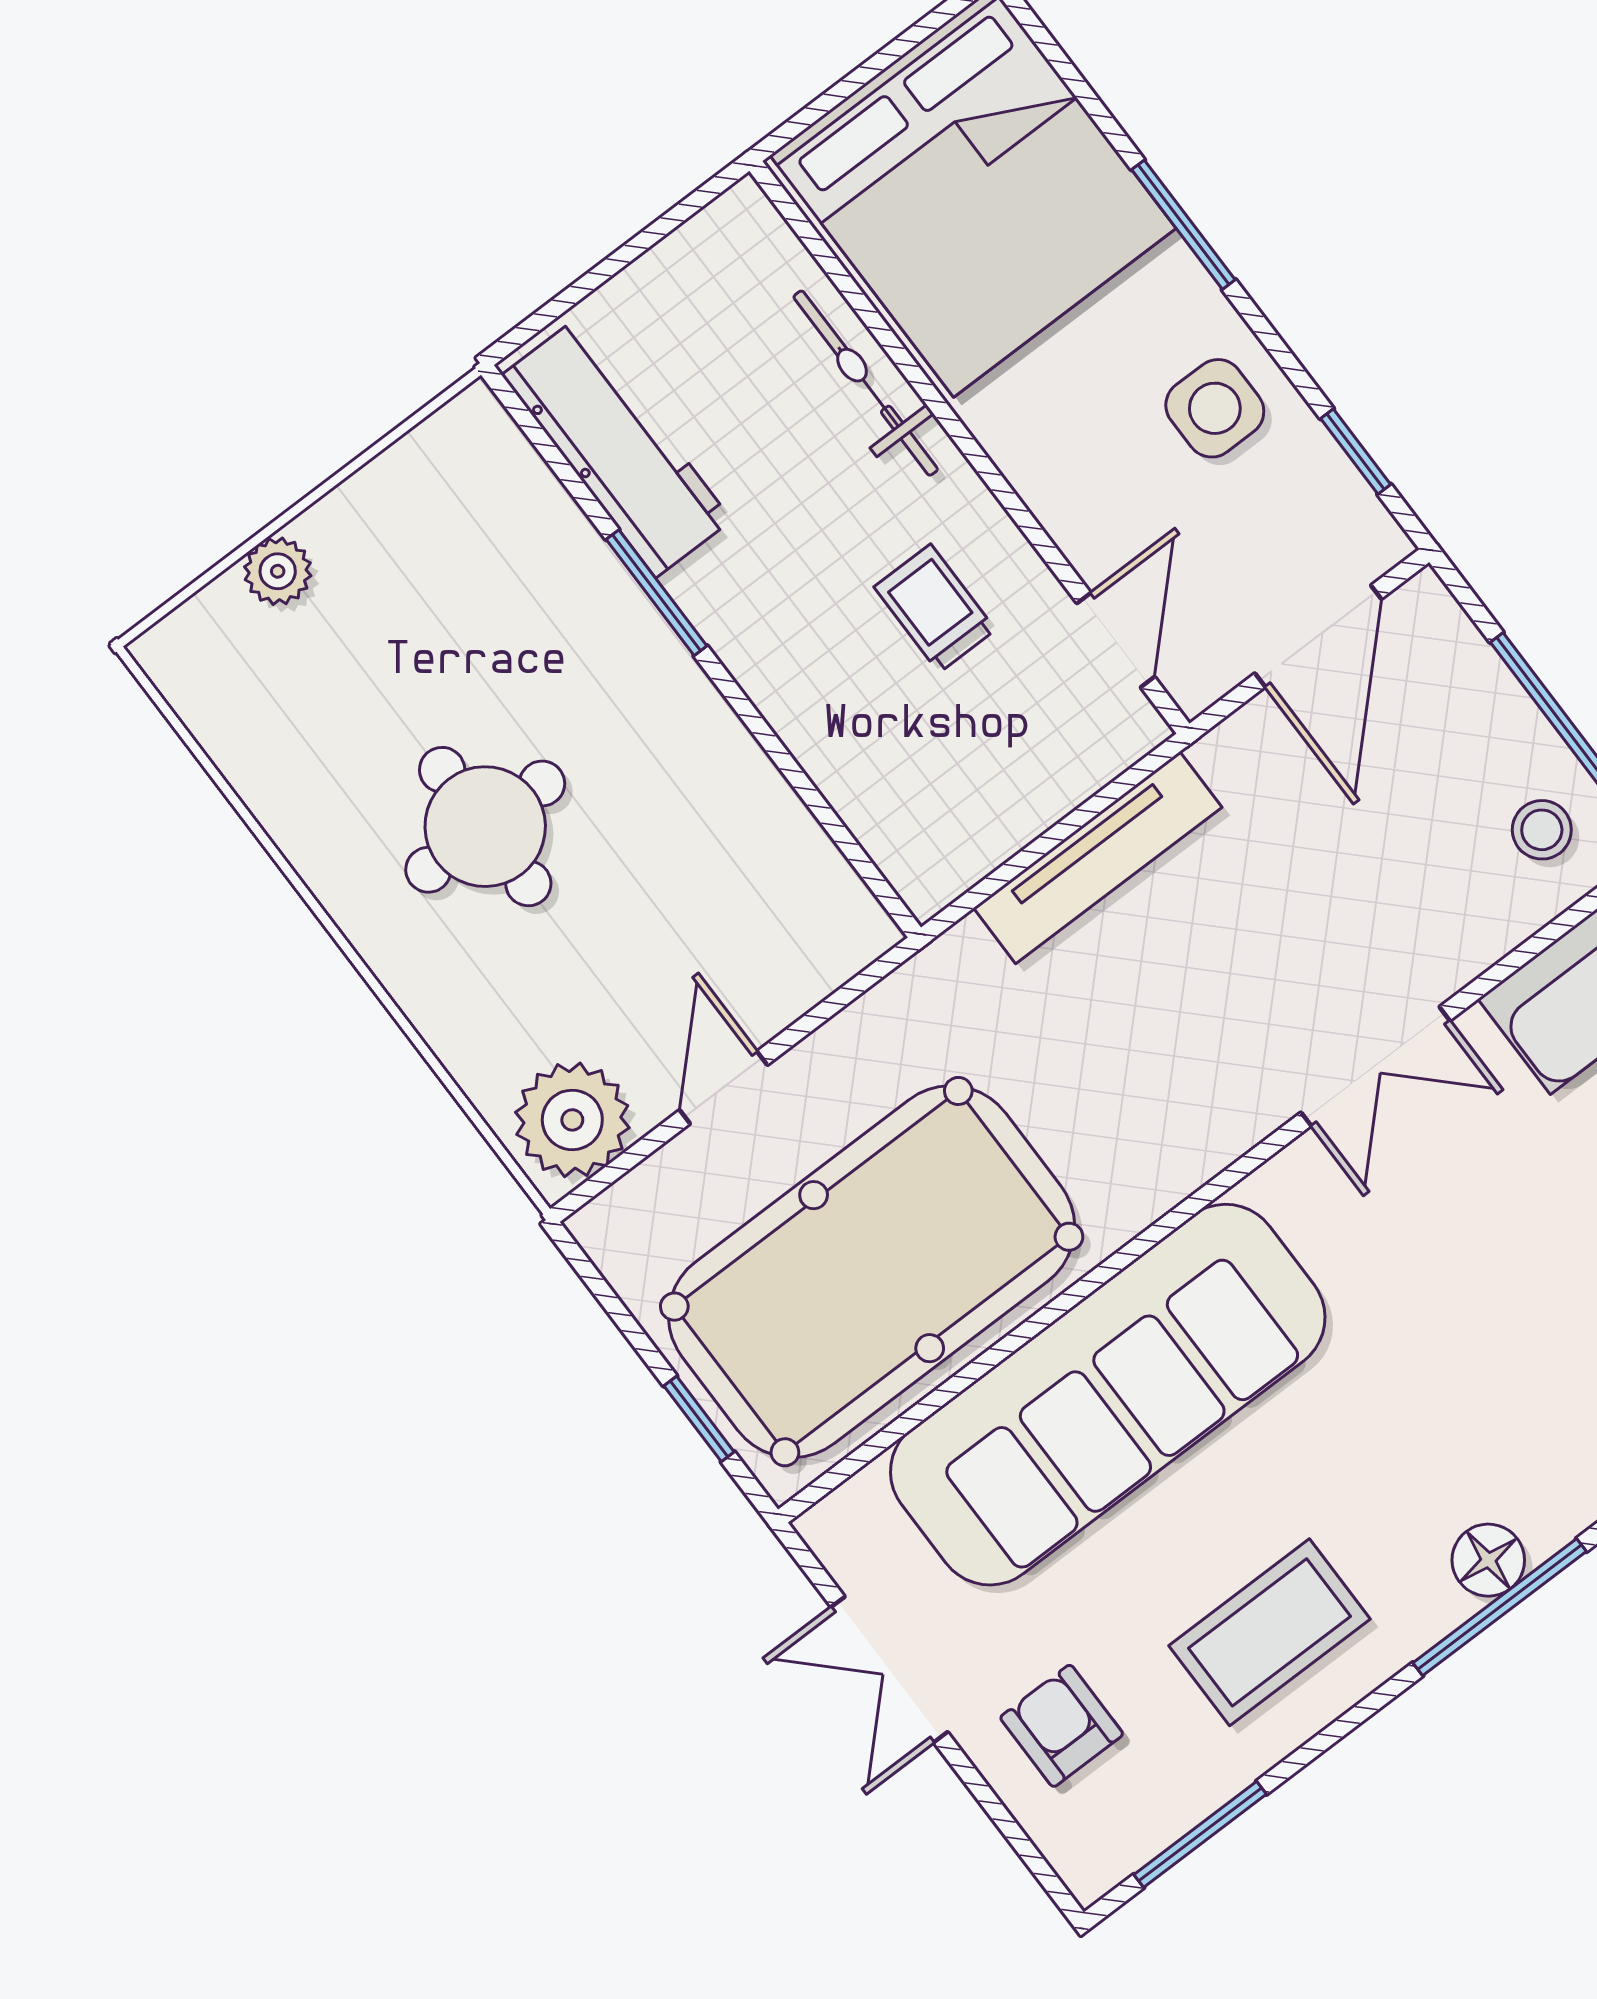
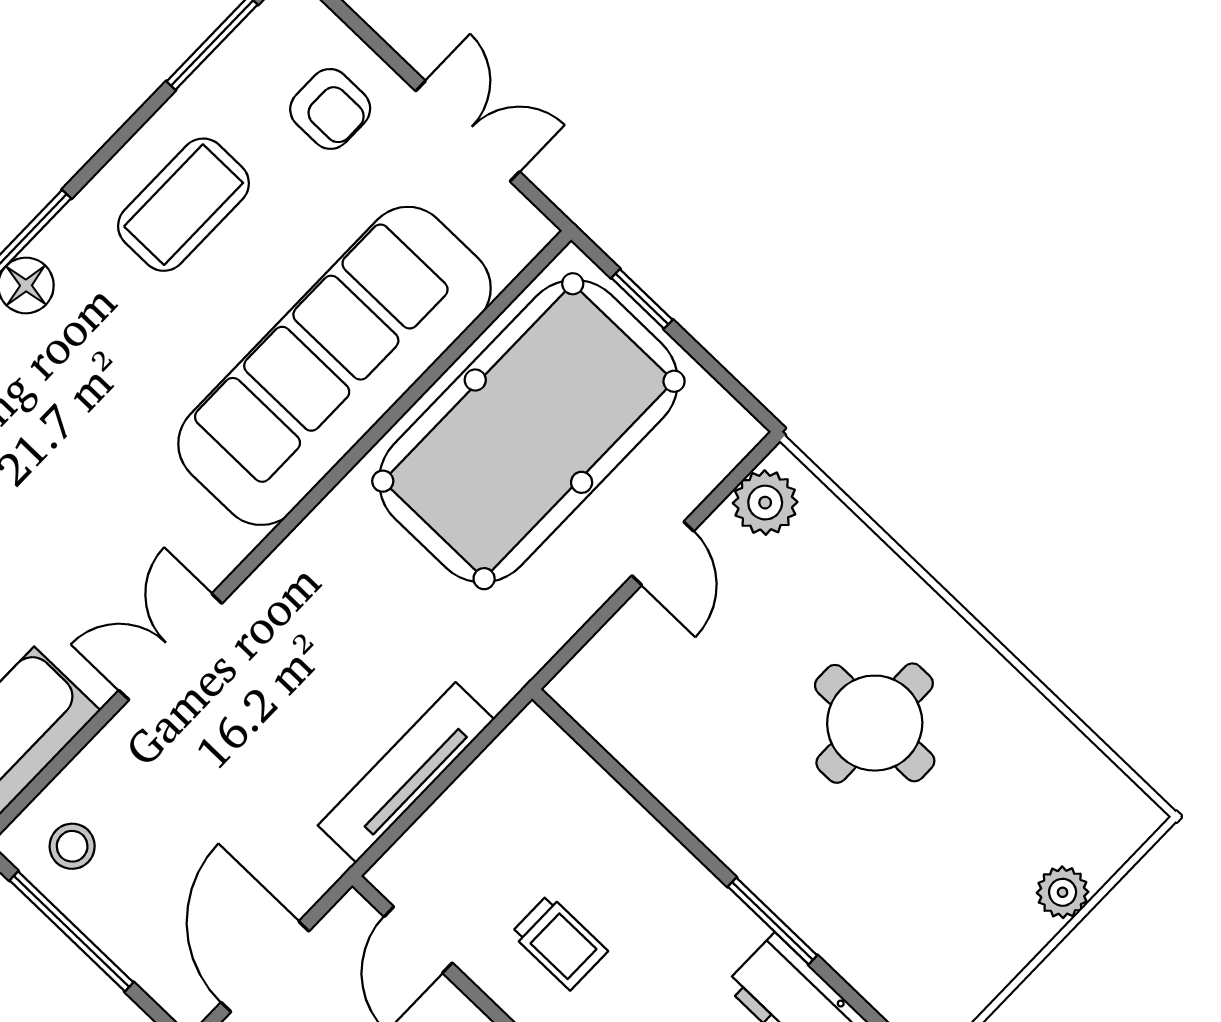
plant: (572, 1120) -> (765, 503), width x0.73, depth x0.73

